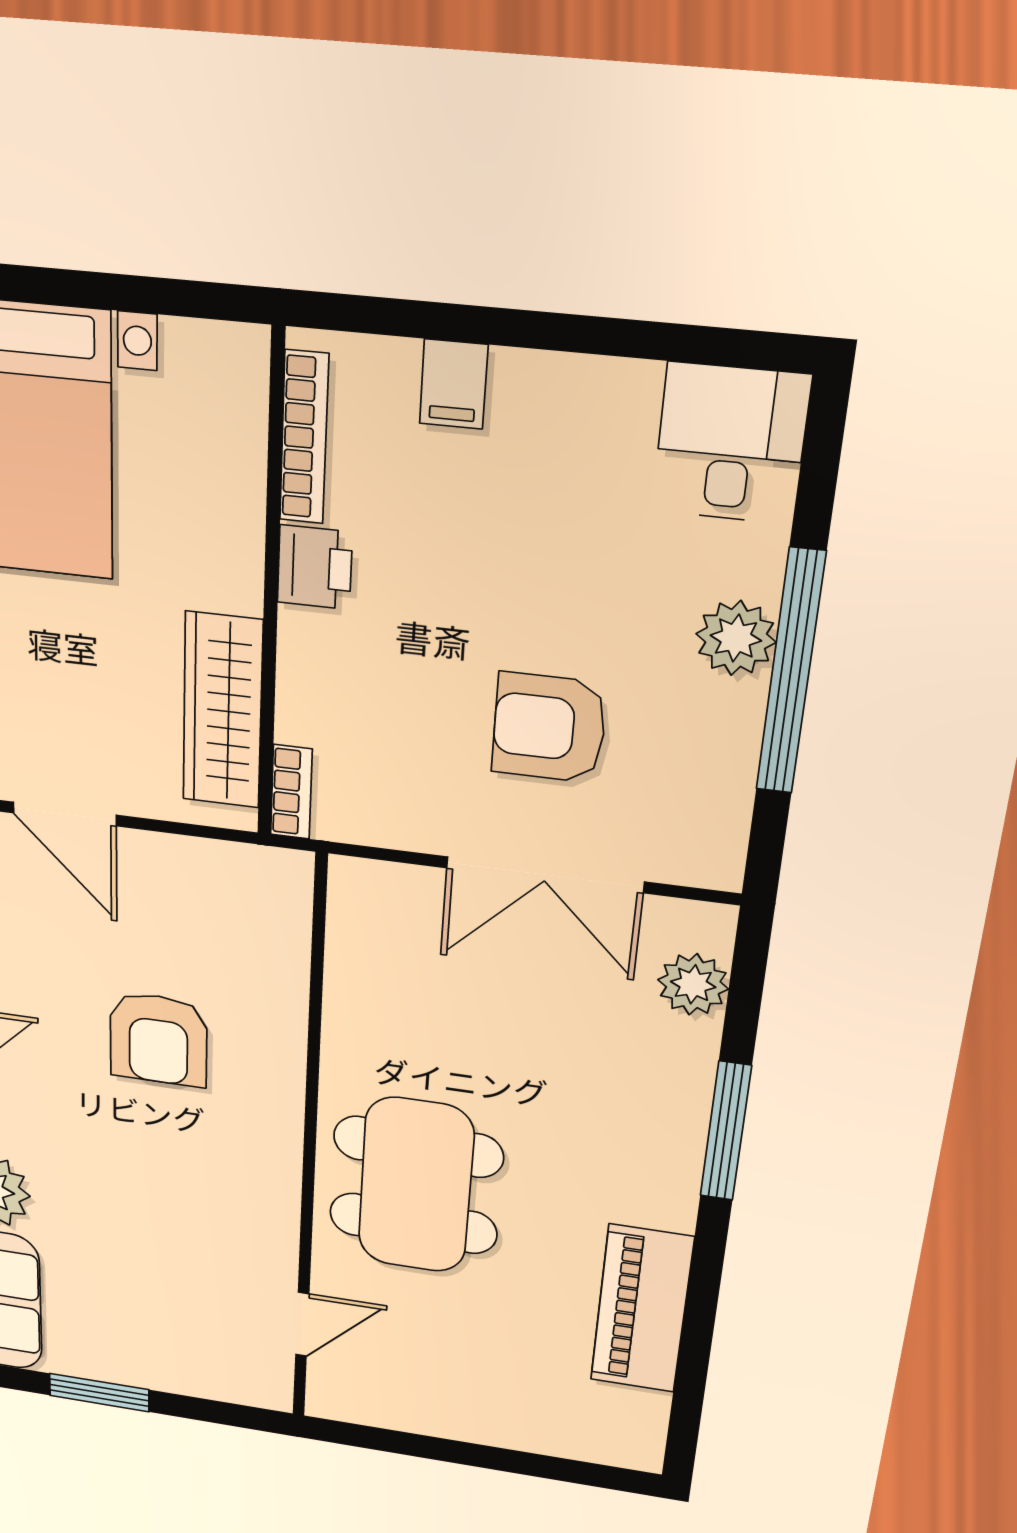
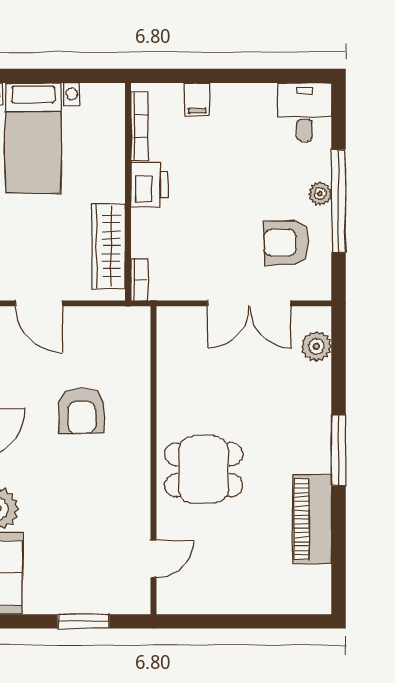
printer: (315, 567) -> (149, 185), width x1.36, depth x1.24
plant: (736, 638) -> (320, 194), width x0.73, depth x0.73
armchair: (549, 728) -> (286, 243), moved
window: (726, 1131) -> (339, 450), moved
dining table: (416, 1185) -> (204, 470), width x0.73
window: (99, 1393) -> (84, 621), moved

